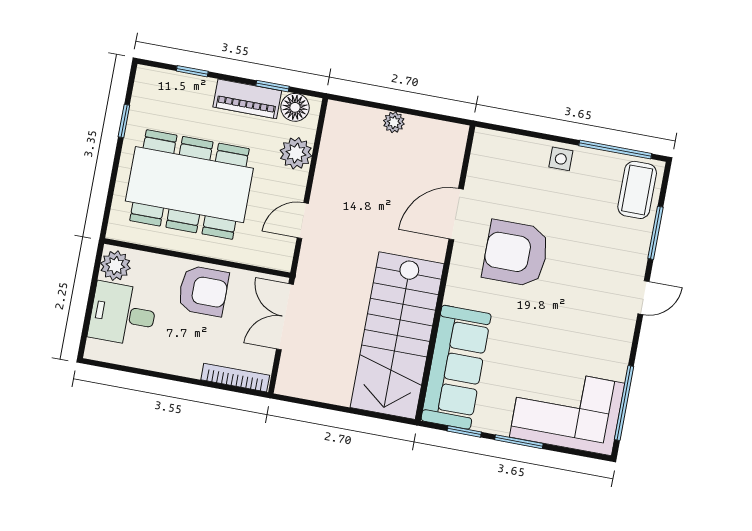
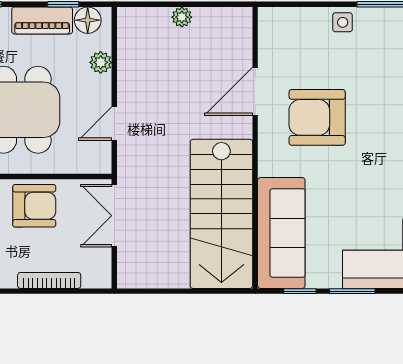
plant: (296, 153) -> (101, 62), width x0.73, depth x0.73
bookcase: (235, 378) -> (49, 280), moved

